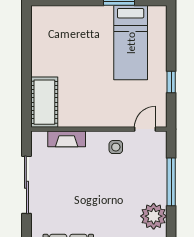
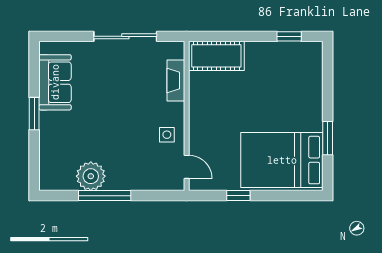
window: (26, 36) -> (289, 36), added
bed: (131, 43) -> (282, 160), width x1.50
window: (171, 182) -> (105, 196), moved

